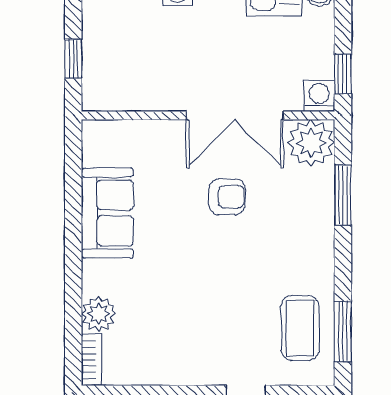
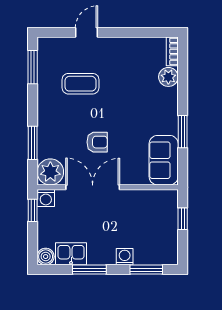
armchair: (227, 197) -> (97, 142), turned 180
sofa: (107, 213) -> (164, 160), moved
window: (73, 216) -> (183, 132), added
coffee table: (300, 328) -> (80, 84), moved, turned 90

